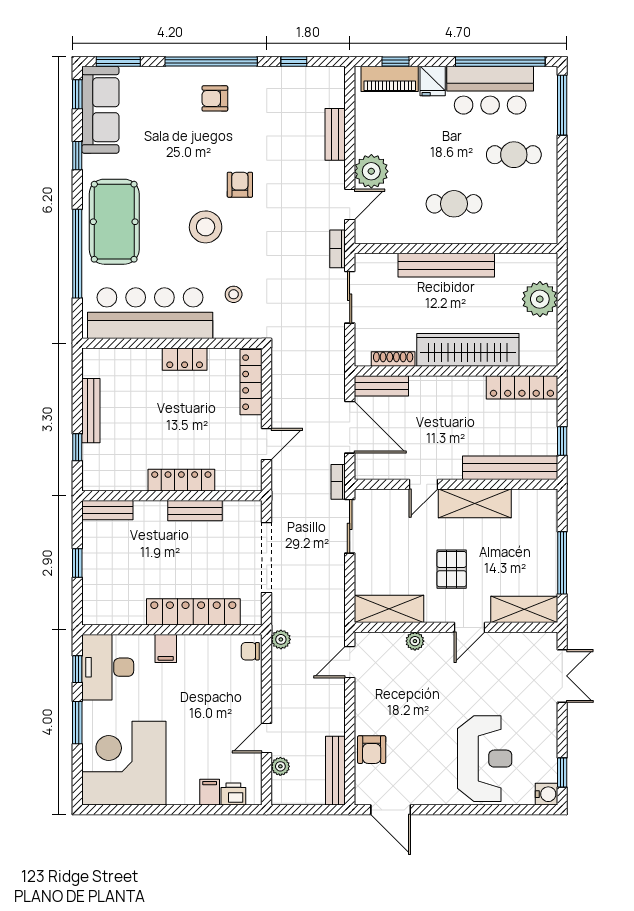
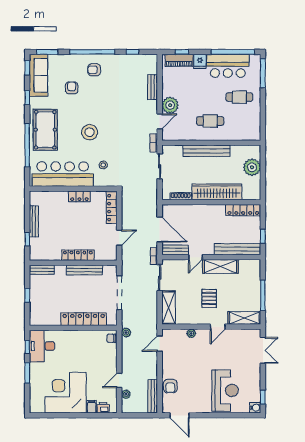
armchair: (240, 185) -> (72, 88), moved
bench: (381, 386) -> (175, 250), moved
bench: (195, 511) -> (84, 270), width x1.36
shelving: (389, 609) -> (169, 308), moved, turned 90
filing cabinet: (166, 648) -> (70, 337), removed
corner desk: (124, 763) -> (66, 393), moved

